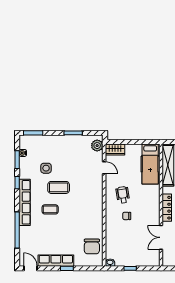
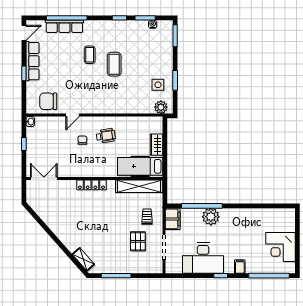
wardrobe: (115, 149) -> (156, 145), moved
side table: (46, 168) -> (158, 85), moved
door: (104, 168) -> (73, 115), moved
row of seats: (25, 202) -> (64, 26), moved, width x0.73
double door: (161, 237) -> (44, 178), moved

